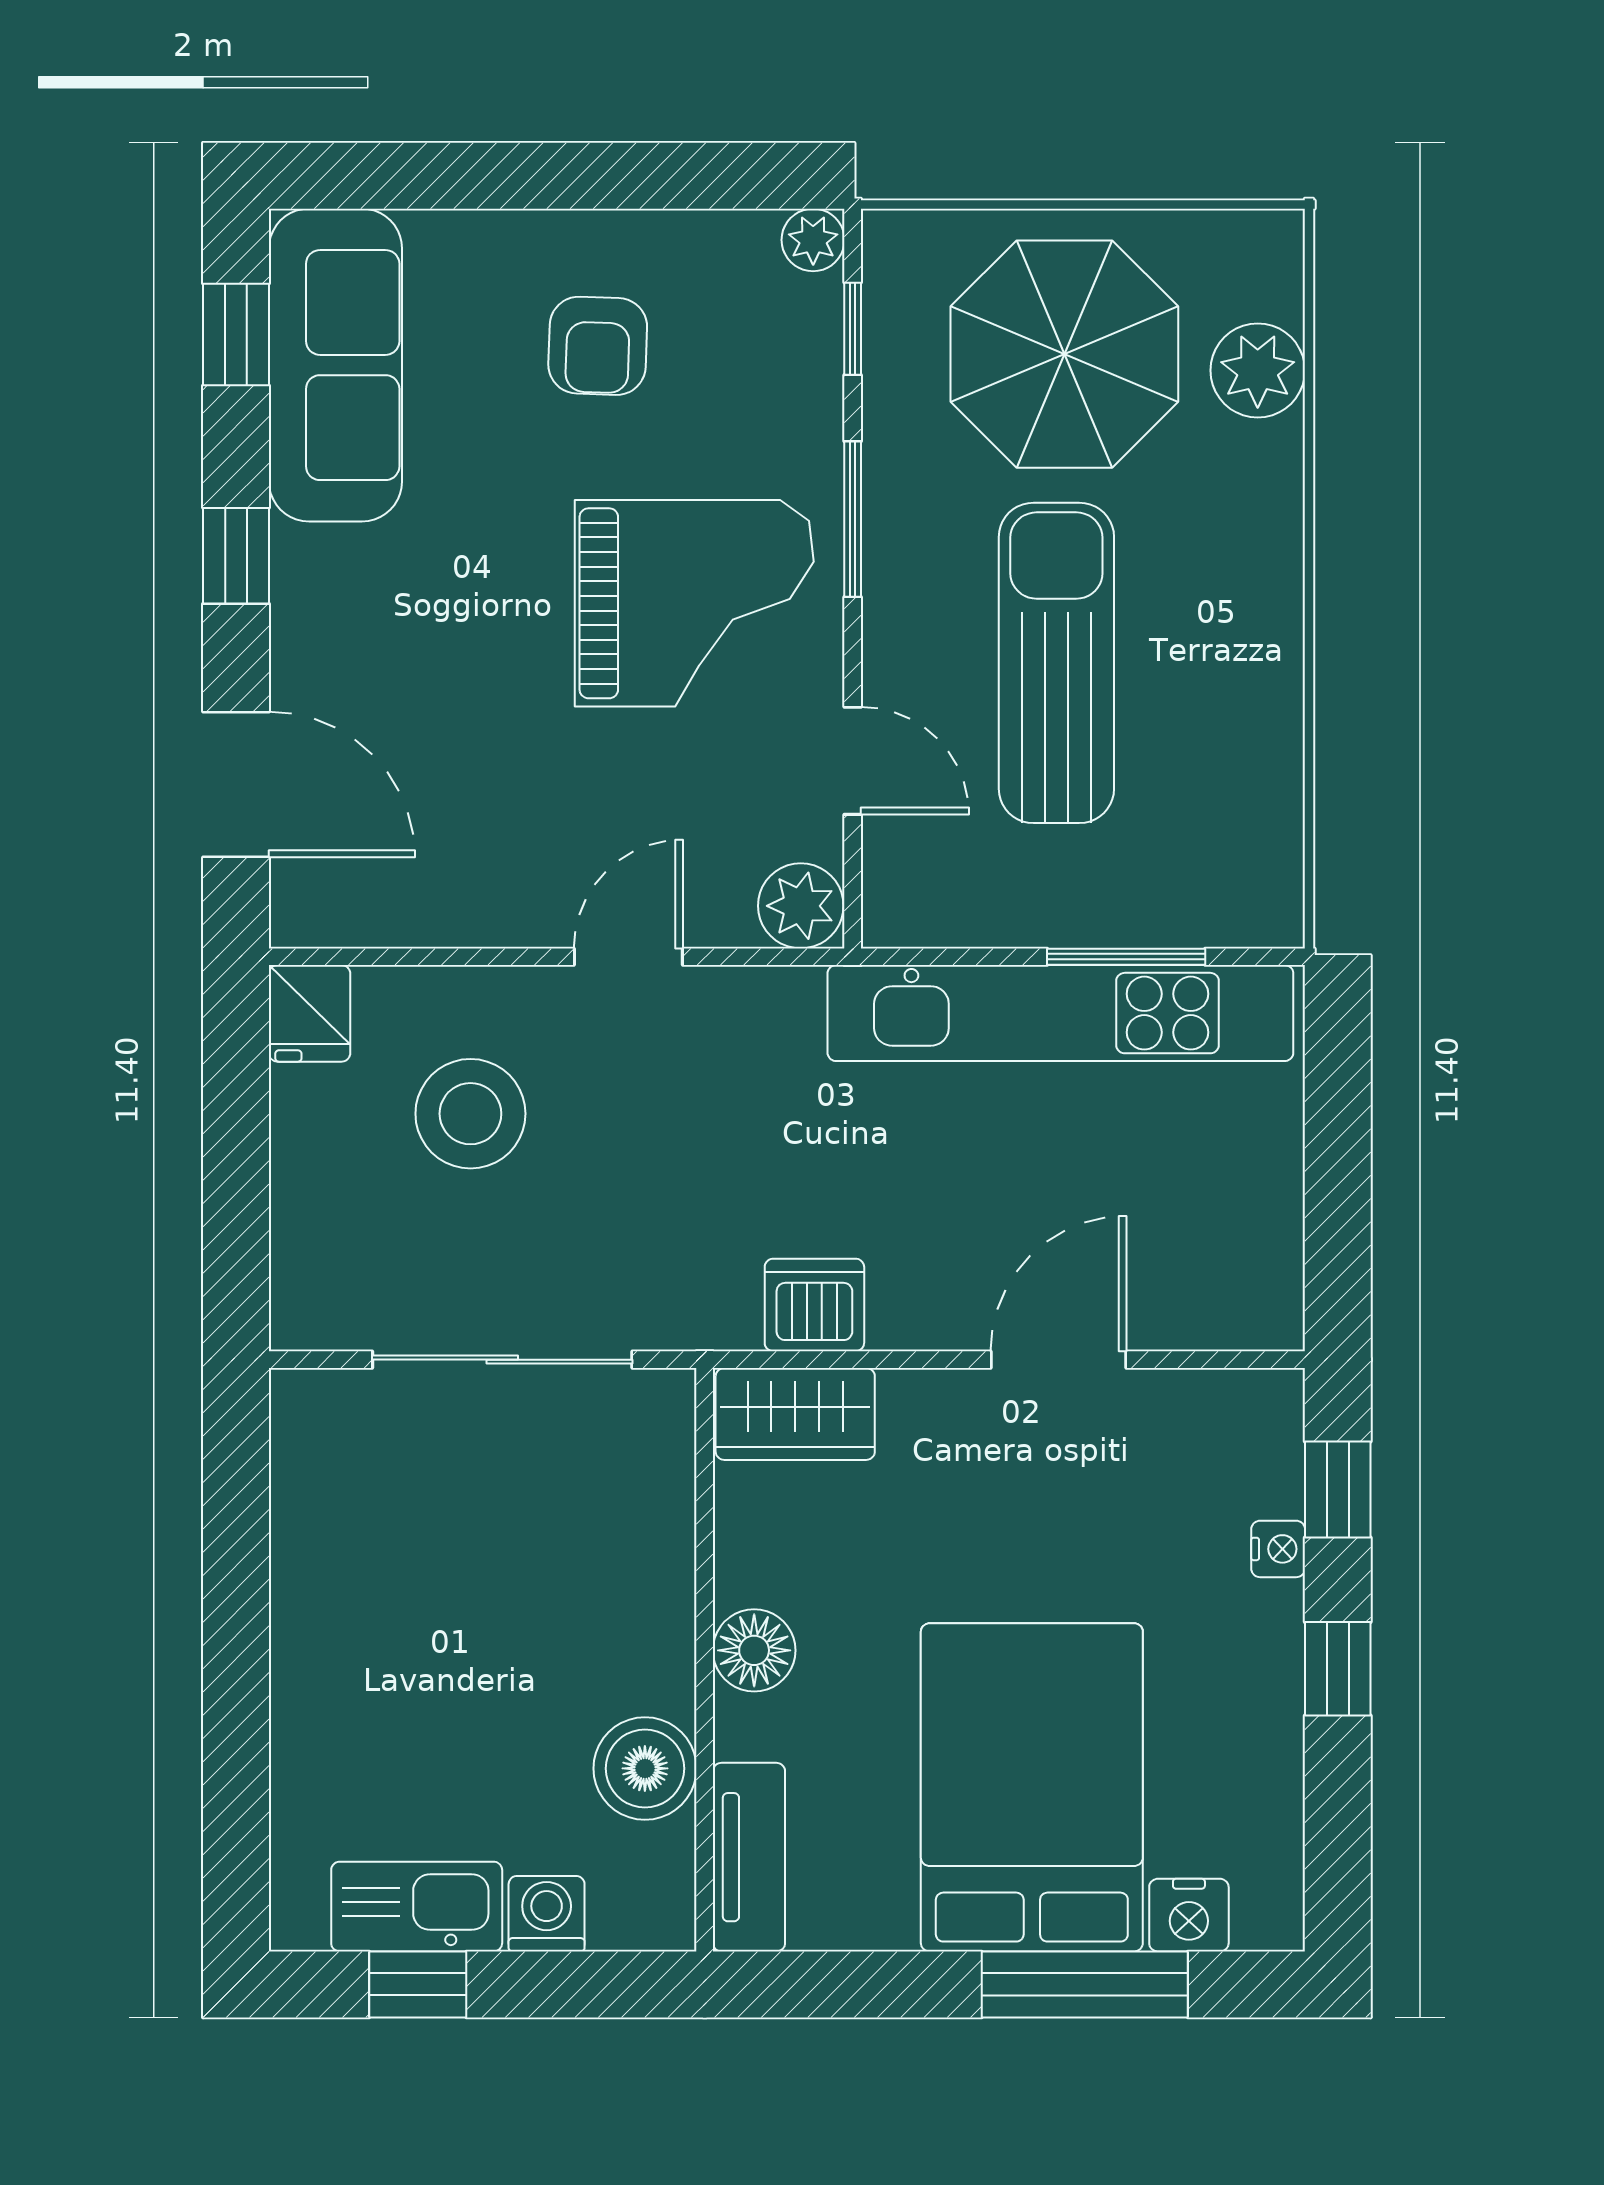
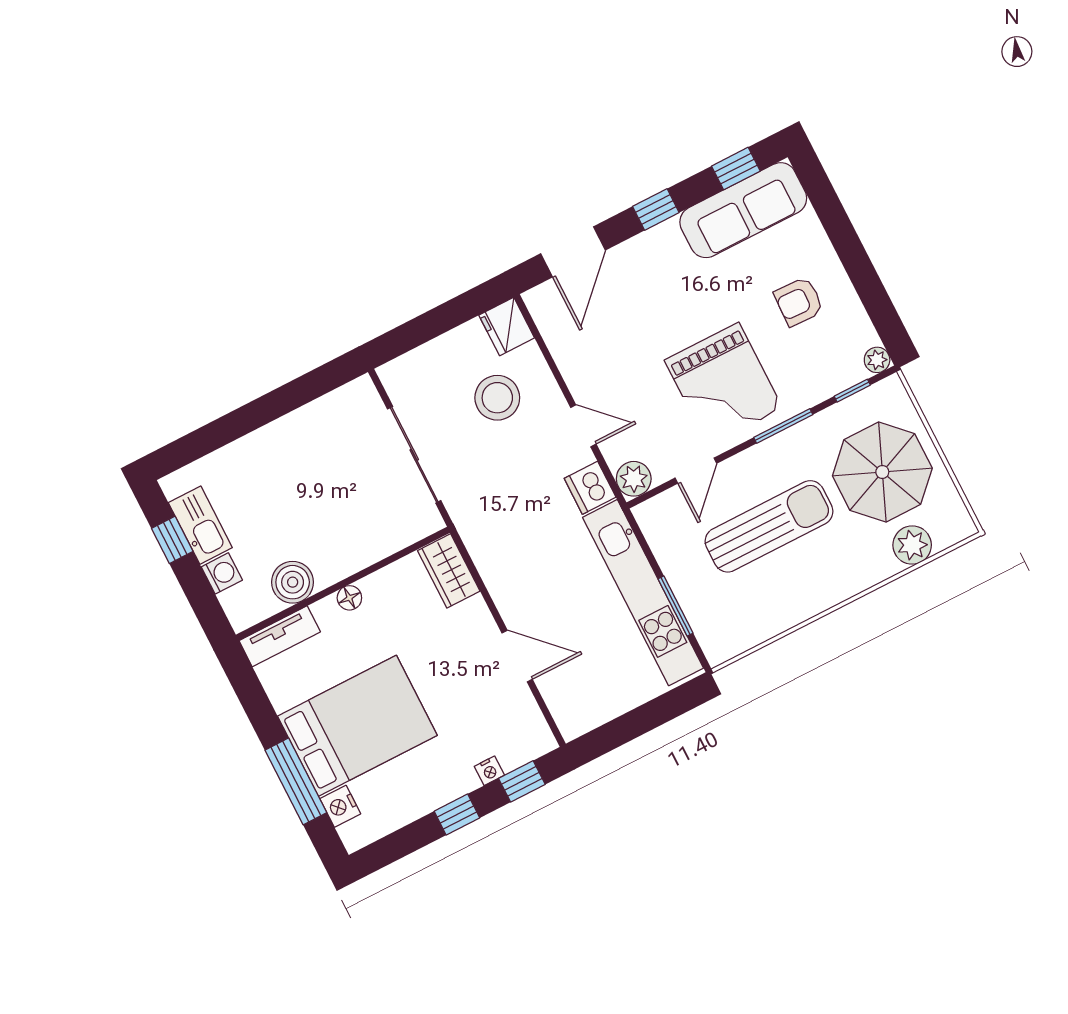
fridge: (310, 1013) -> (507, 327), width x1.38
dishwasher: (814, 1305) -> (590, 488), moved, turned 180
floor lamp: (754, 1650) -> (349, 598), width x0.73, depth x0.73

